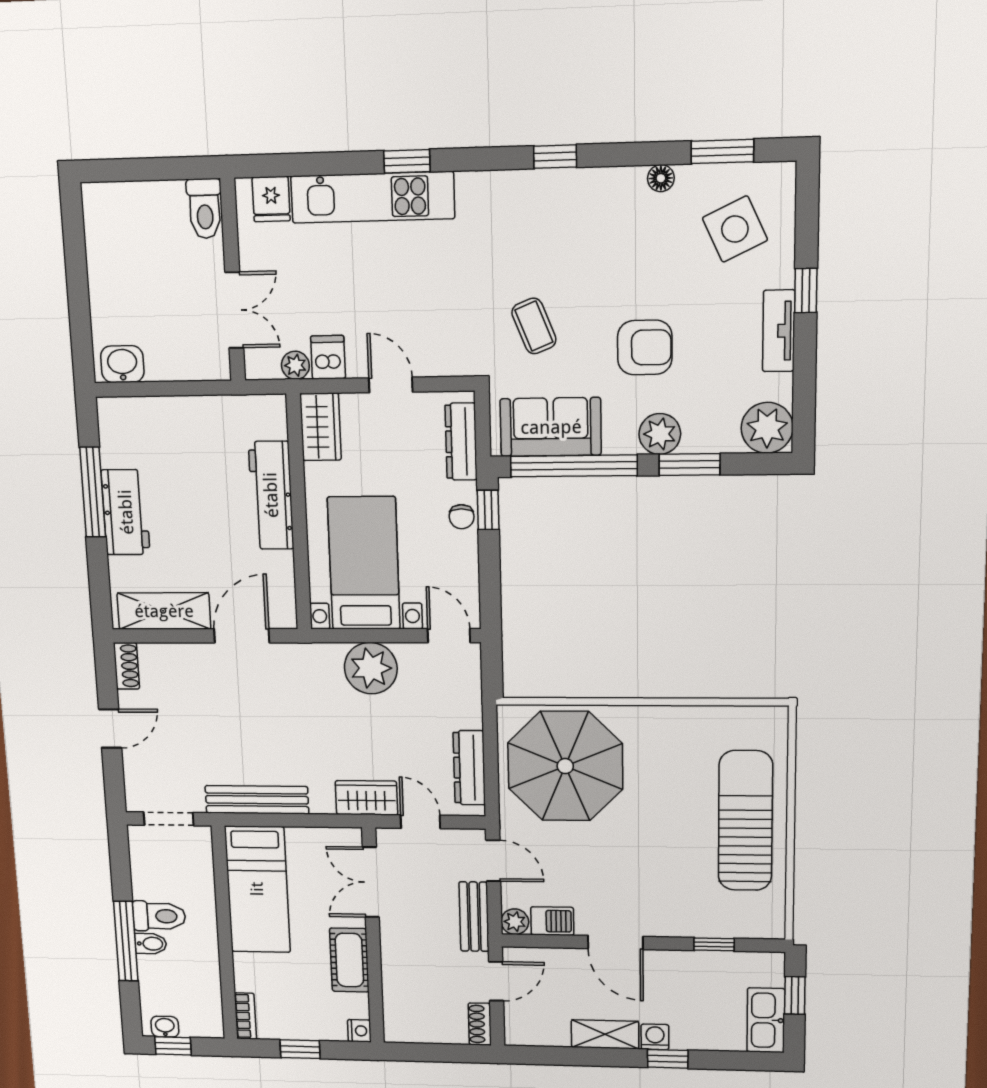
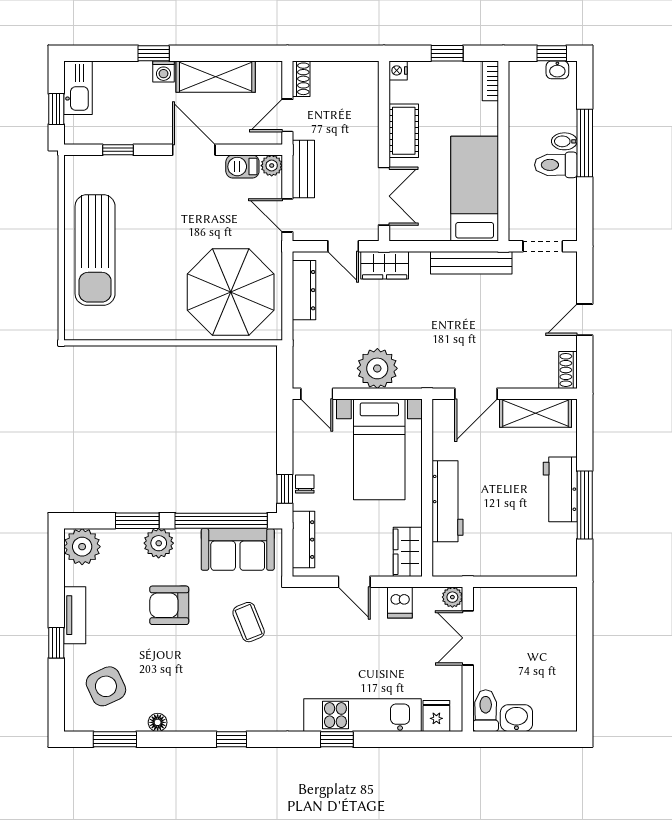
washbasin: (122, 364) -> (516, 718), moved, turned 180
plant: (295, 365) -> (452, 597), moved
shelving: (605, 1034) -> (216, 77), width x1.50, depth x1.33

